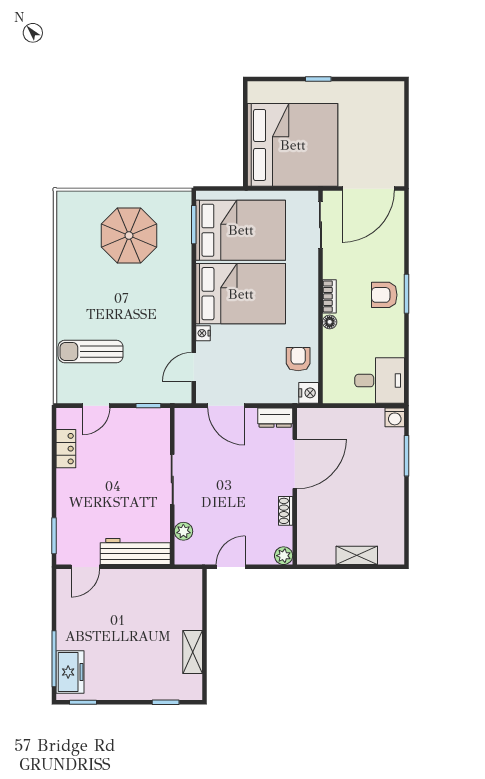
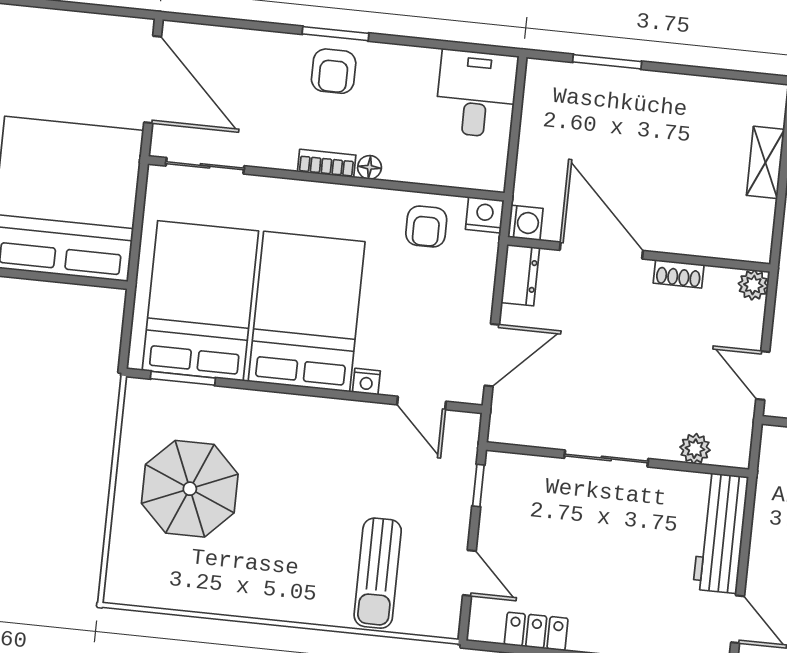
armchair: (298, 359) -> (426, 226), turned -90
washing machine: (395, 417) -> (525, 223), moved

